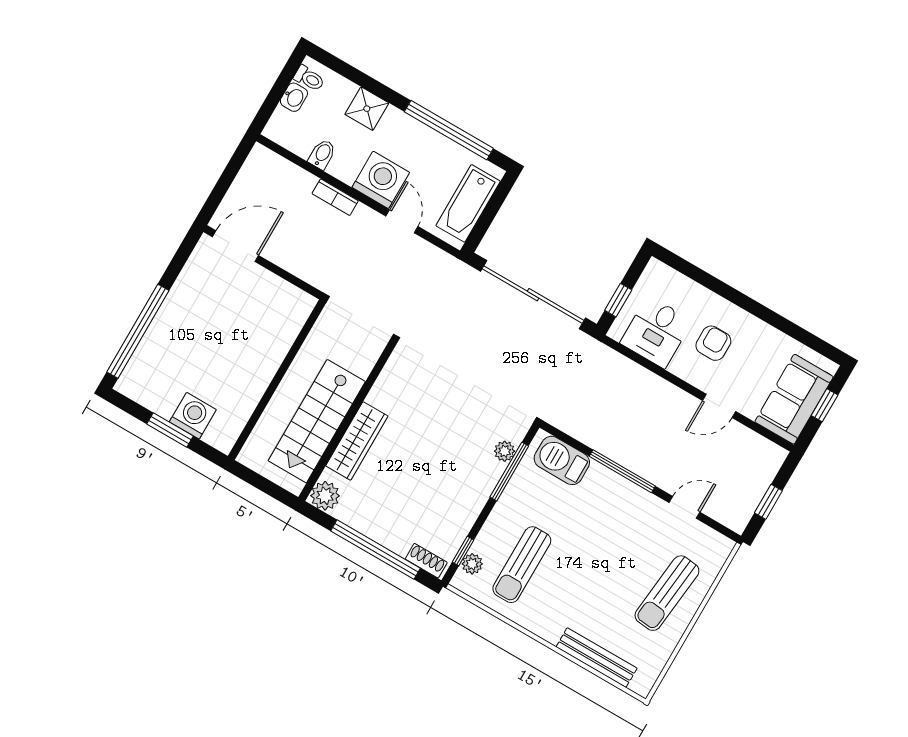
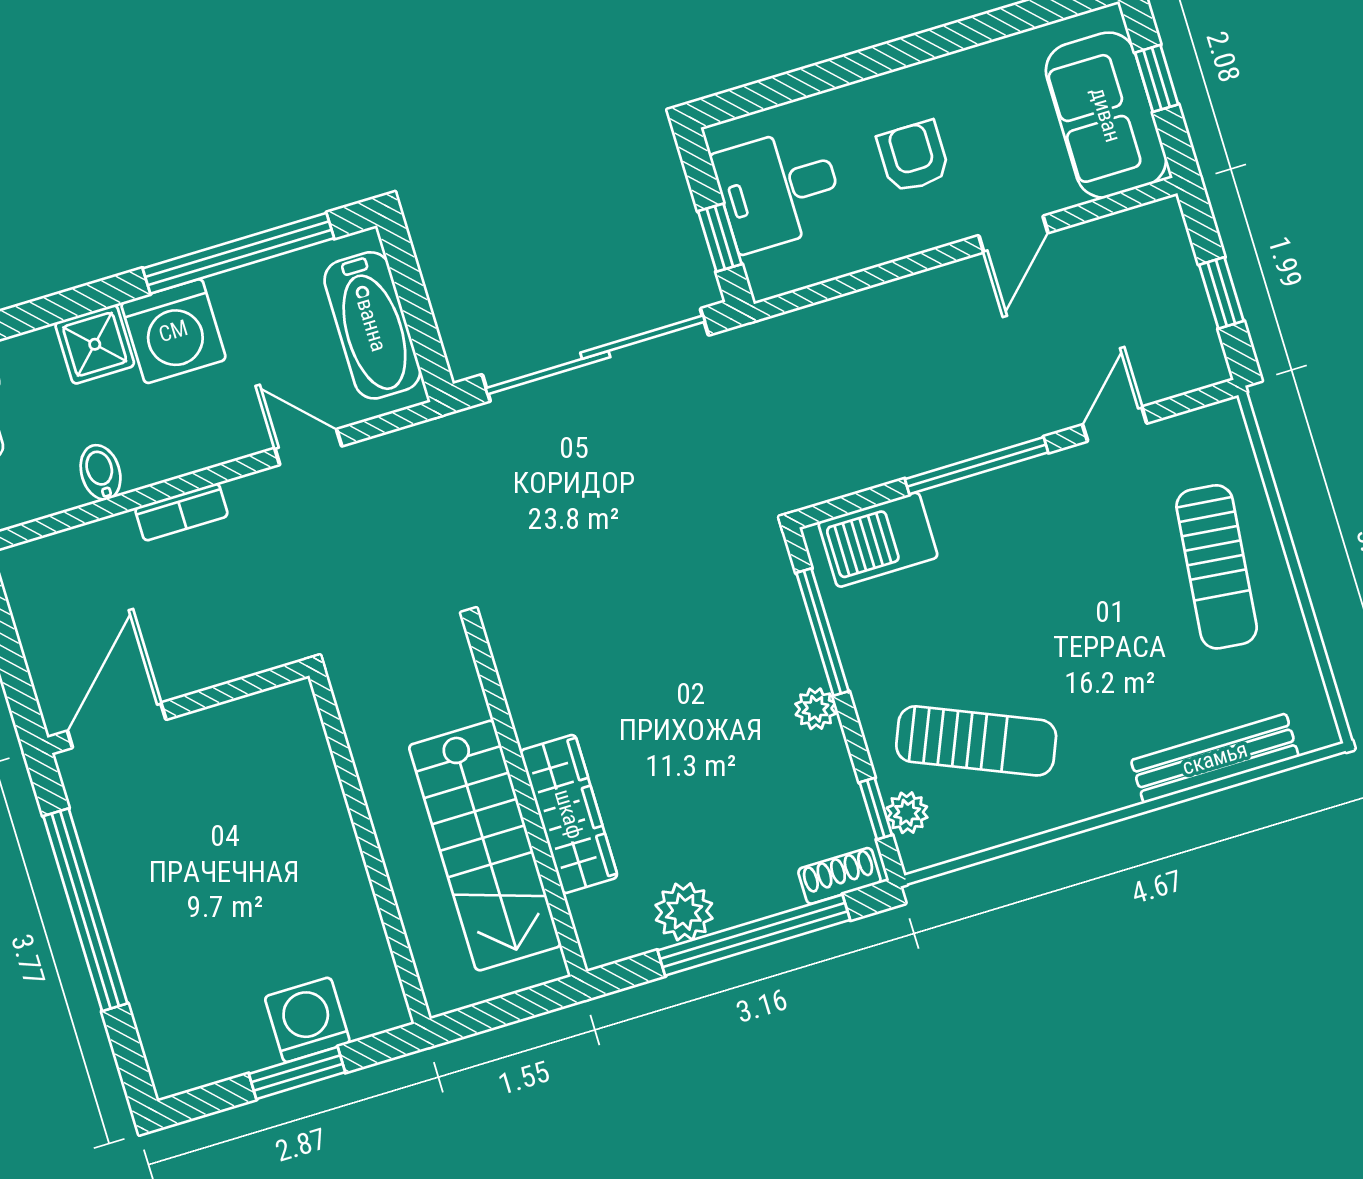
washing machine: (381, 180) -> (173, 331), moved, turned 180
window: (138, 331) -> (85, 910), moved
desk: (656, 332) -> (779, 189), moved, turned 90
plant: (505, 451) -> (816, 709), moved
plant: (325, 496) -> (684, 912), moved
sun lounger: (522, 565) -> (976, 741), turned -67

